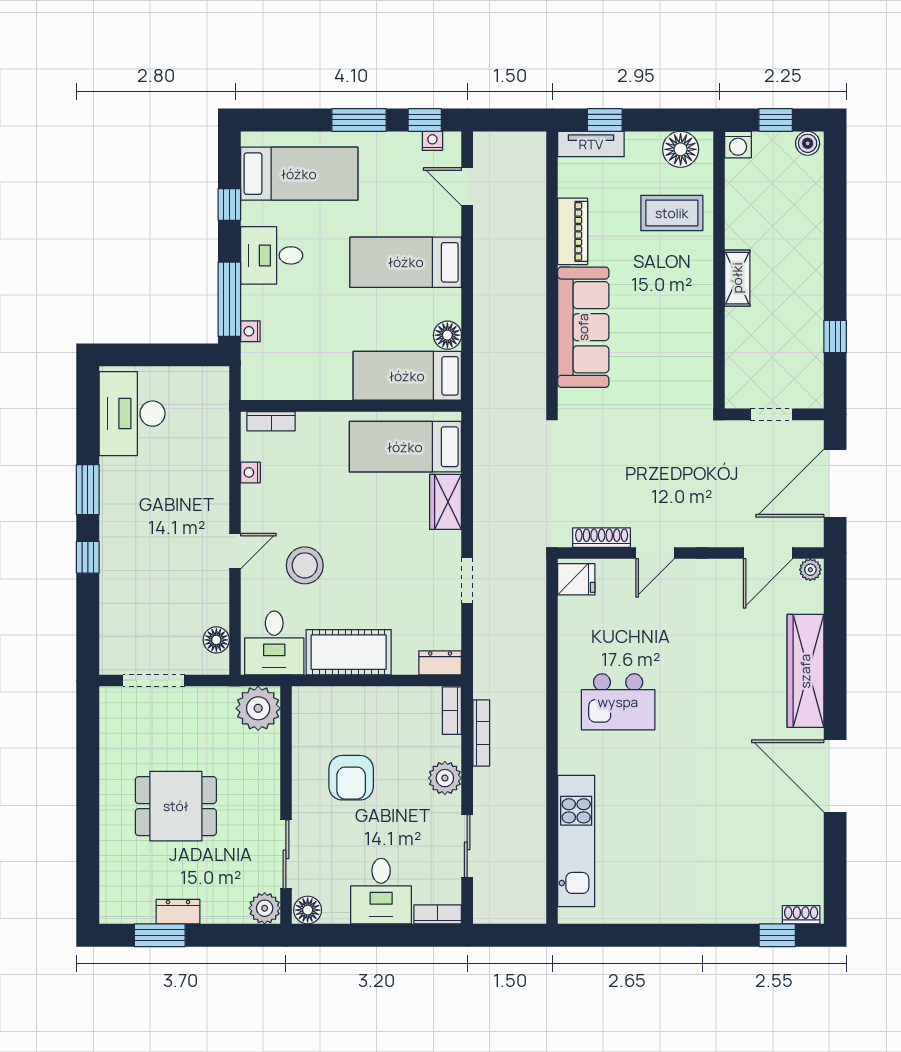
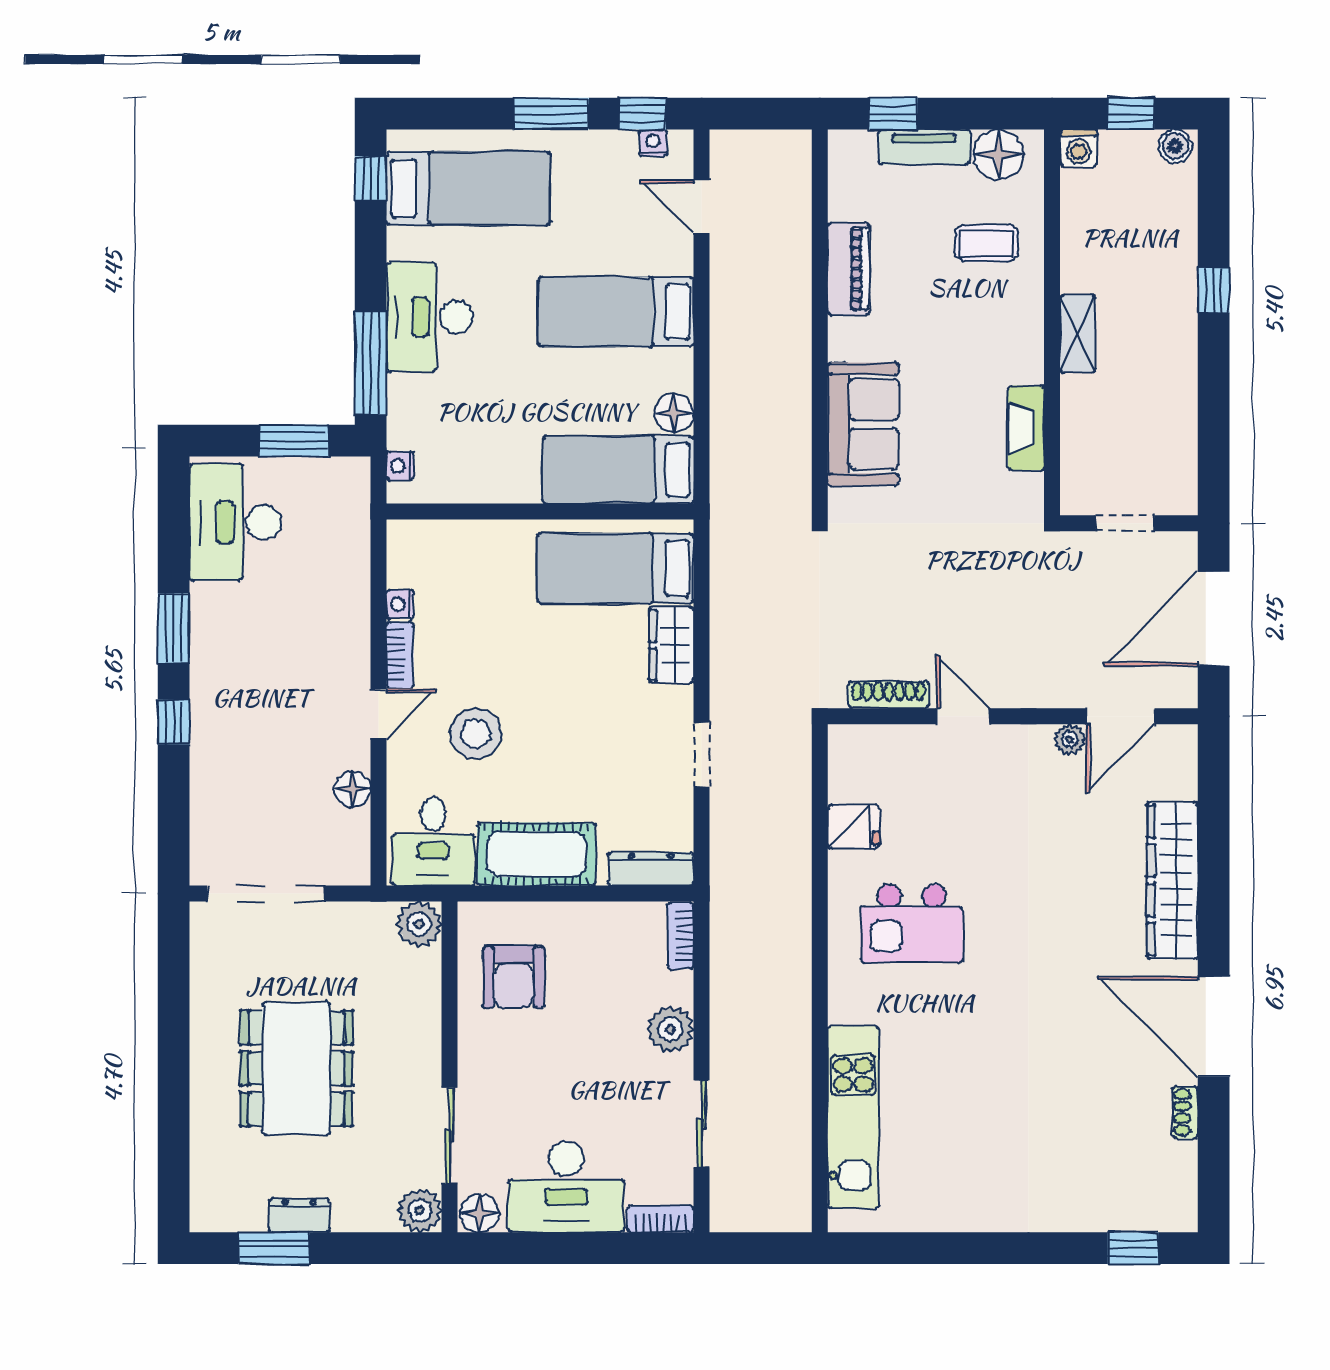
tv unit: (591, 144) -> (924, 147), moved
window: (229, 204) -> (371, 178), moved
coffee table: (672, 213) -> (986, 243), width x0.73, depth x0.77
desk: (272, 255) -> (430, 317), width x1.37
sofa: (583, 327) -> (863, 424), width x0.73
nightstand: (250, 331) -> (400, 466), moved
window: (835, 337) -> (1214, 290), moved
fireplace: (700, 346) -> (1026, 428), added
window: (174, 355) -> (294, 441), added
bookcase: (271, 421) -> (400, 655), moved, turned -90
door: (655, 553) -> (963, 716), swing flipped
plant: (810, 570) -> (1070, 739), moved
fridge: (576, 579) -> (853, 827), moved
floor lamp: (216, 640) -> (353, 789), moved
dresser: (440, 663) -> (651, 869), width x1.44
doorway: (154, 680) -> (266, 894), width x1.36
plant: (258, 708) -> (419, 924), width x0.73, depth x0.73
bookcase: (481, 733) -> (721, 967), removed
armchair: (351, 778) -> (514, 977), moved
dining table: (176, 806) -> (296, 1068), width x1.37
desk: (381, 891) -> (566, 1187), width x1.37
shoe rack: (801, 915) -> (1185, 1112), moved, turned -90

